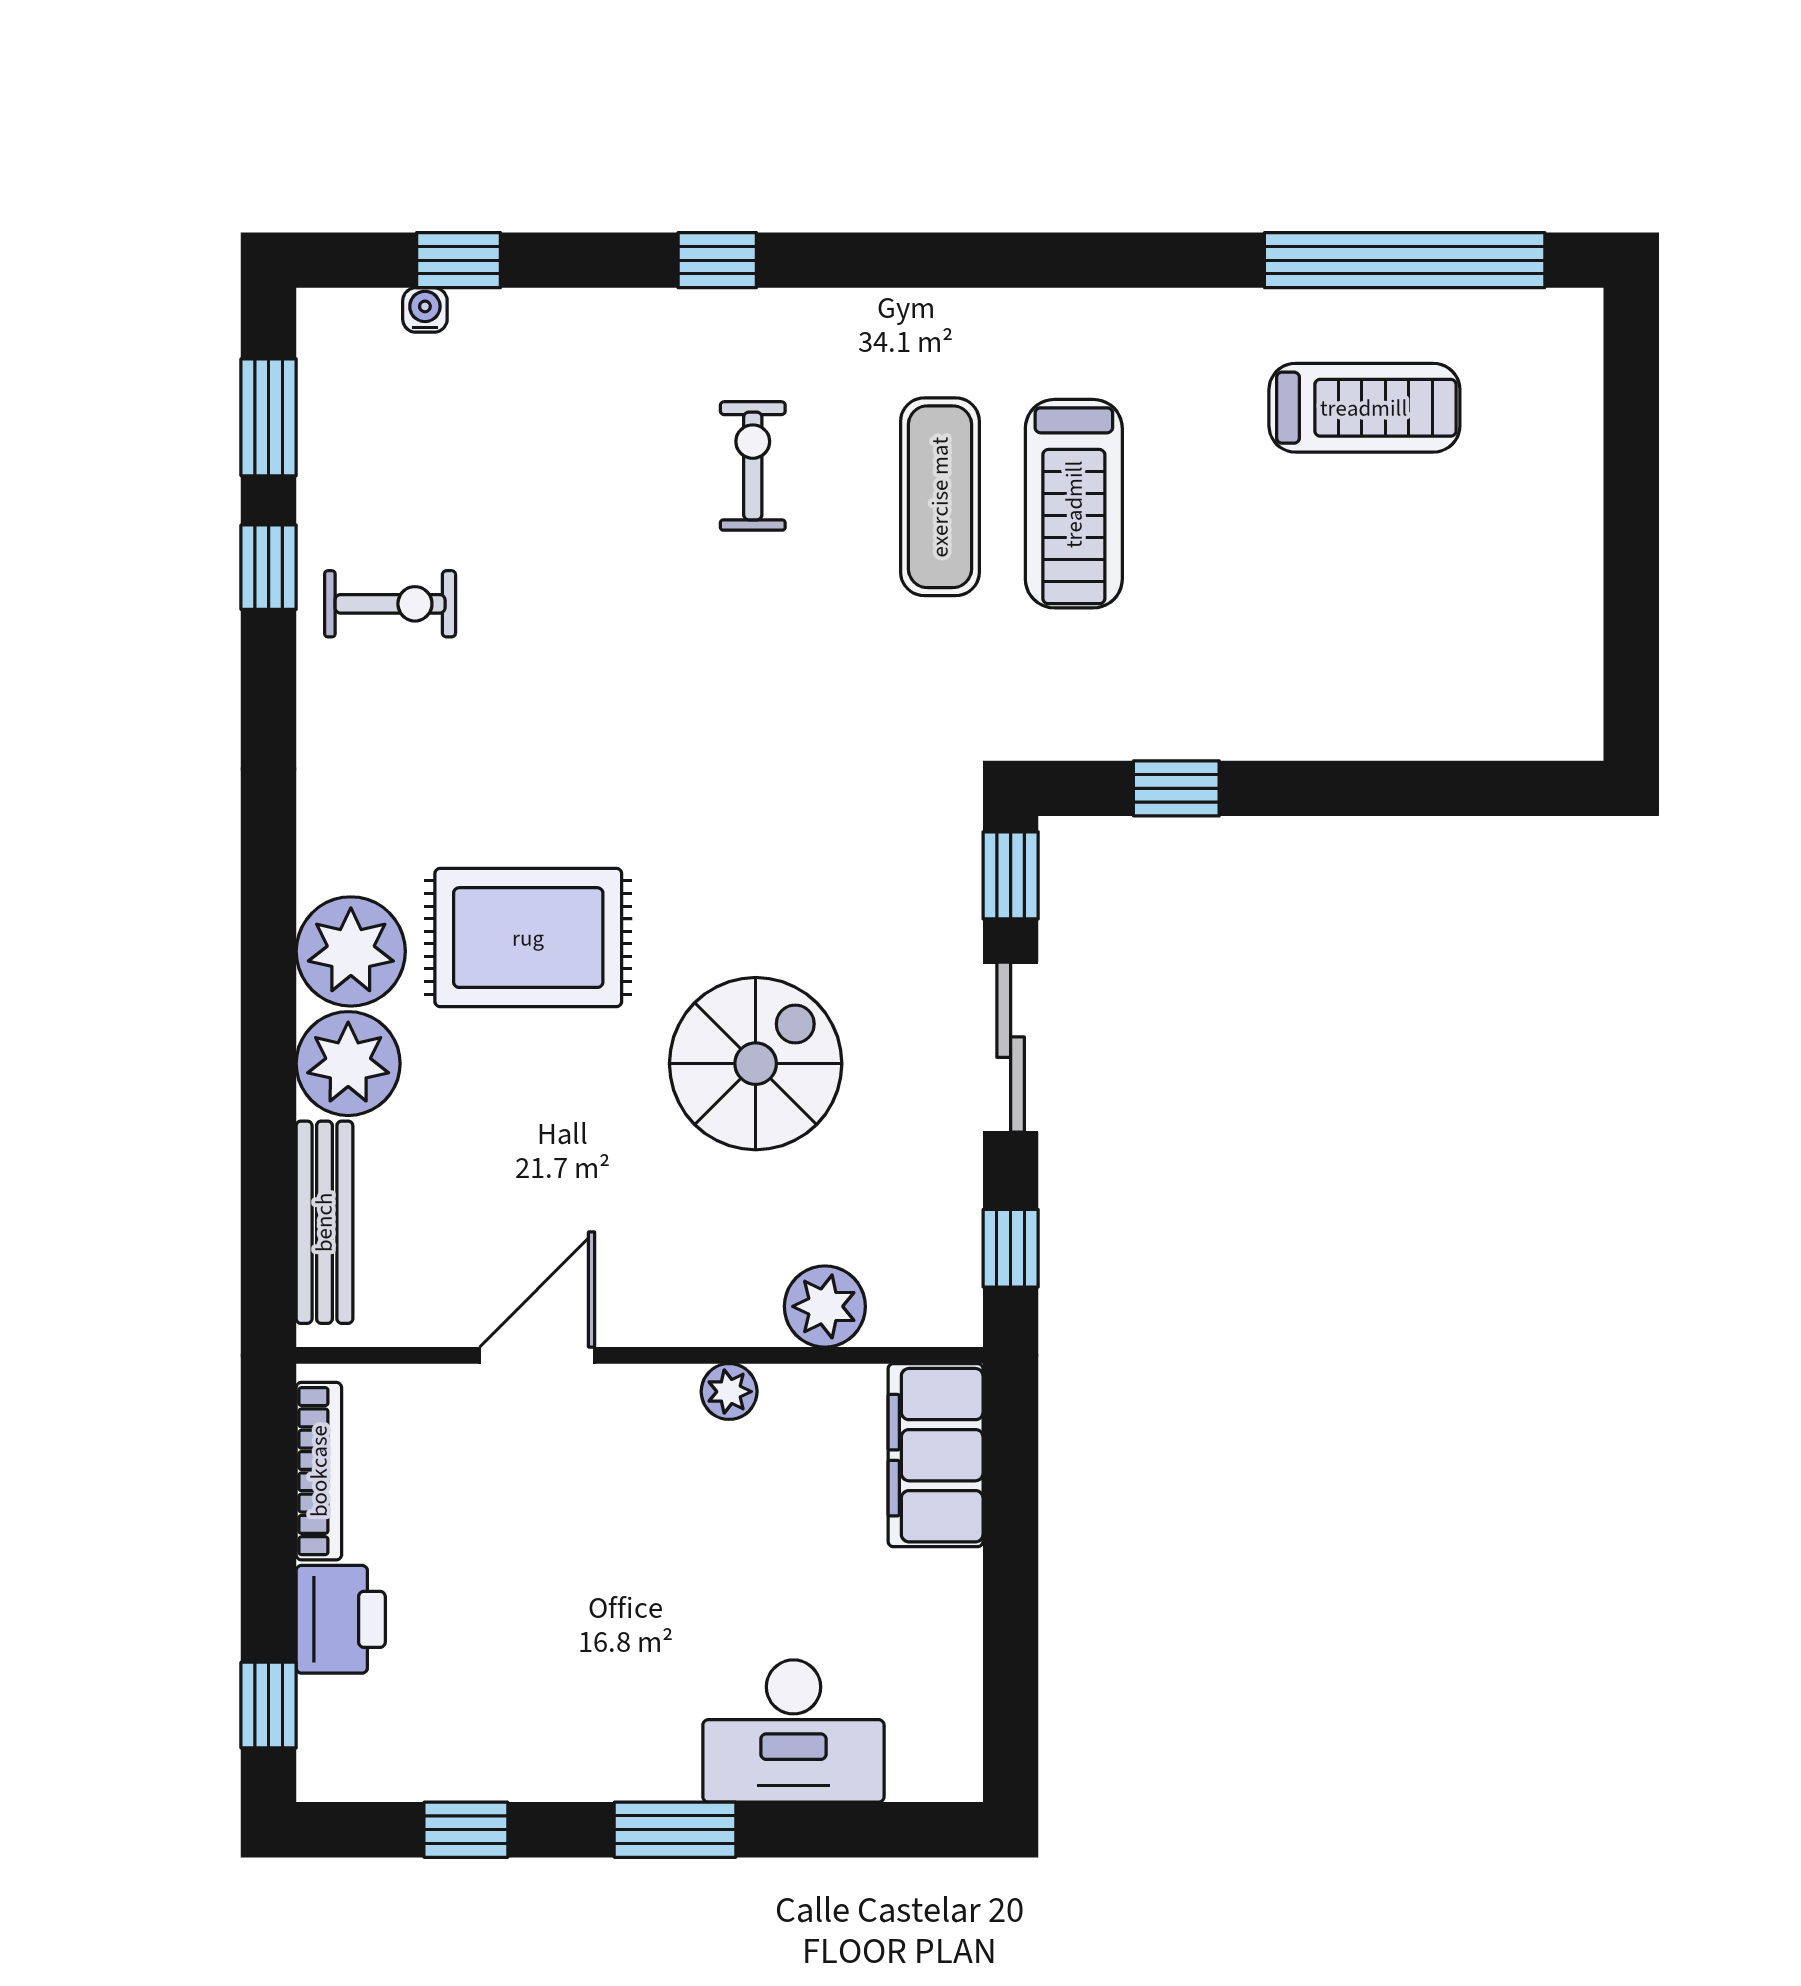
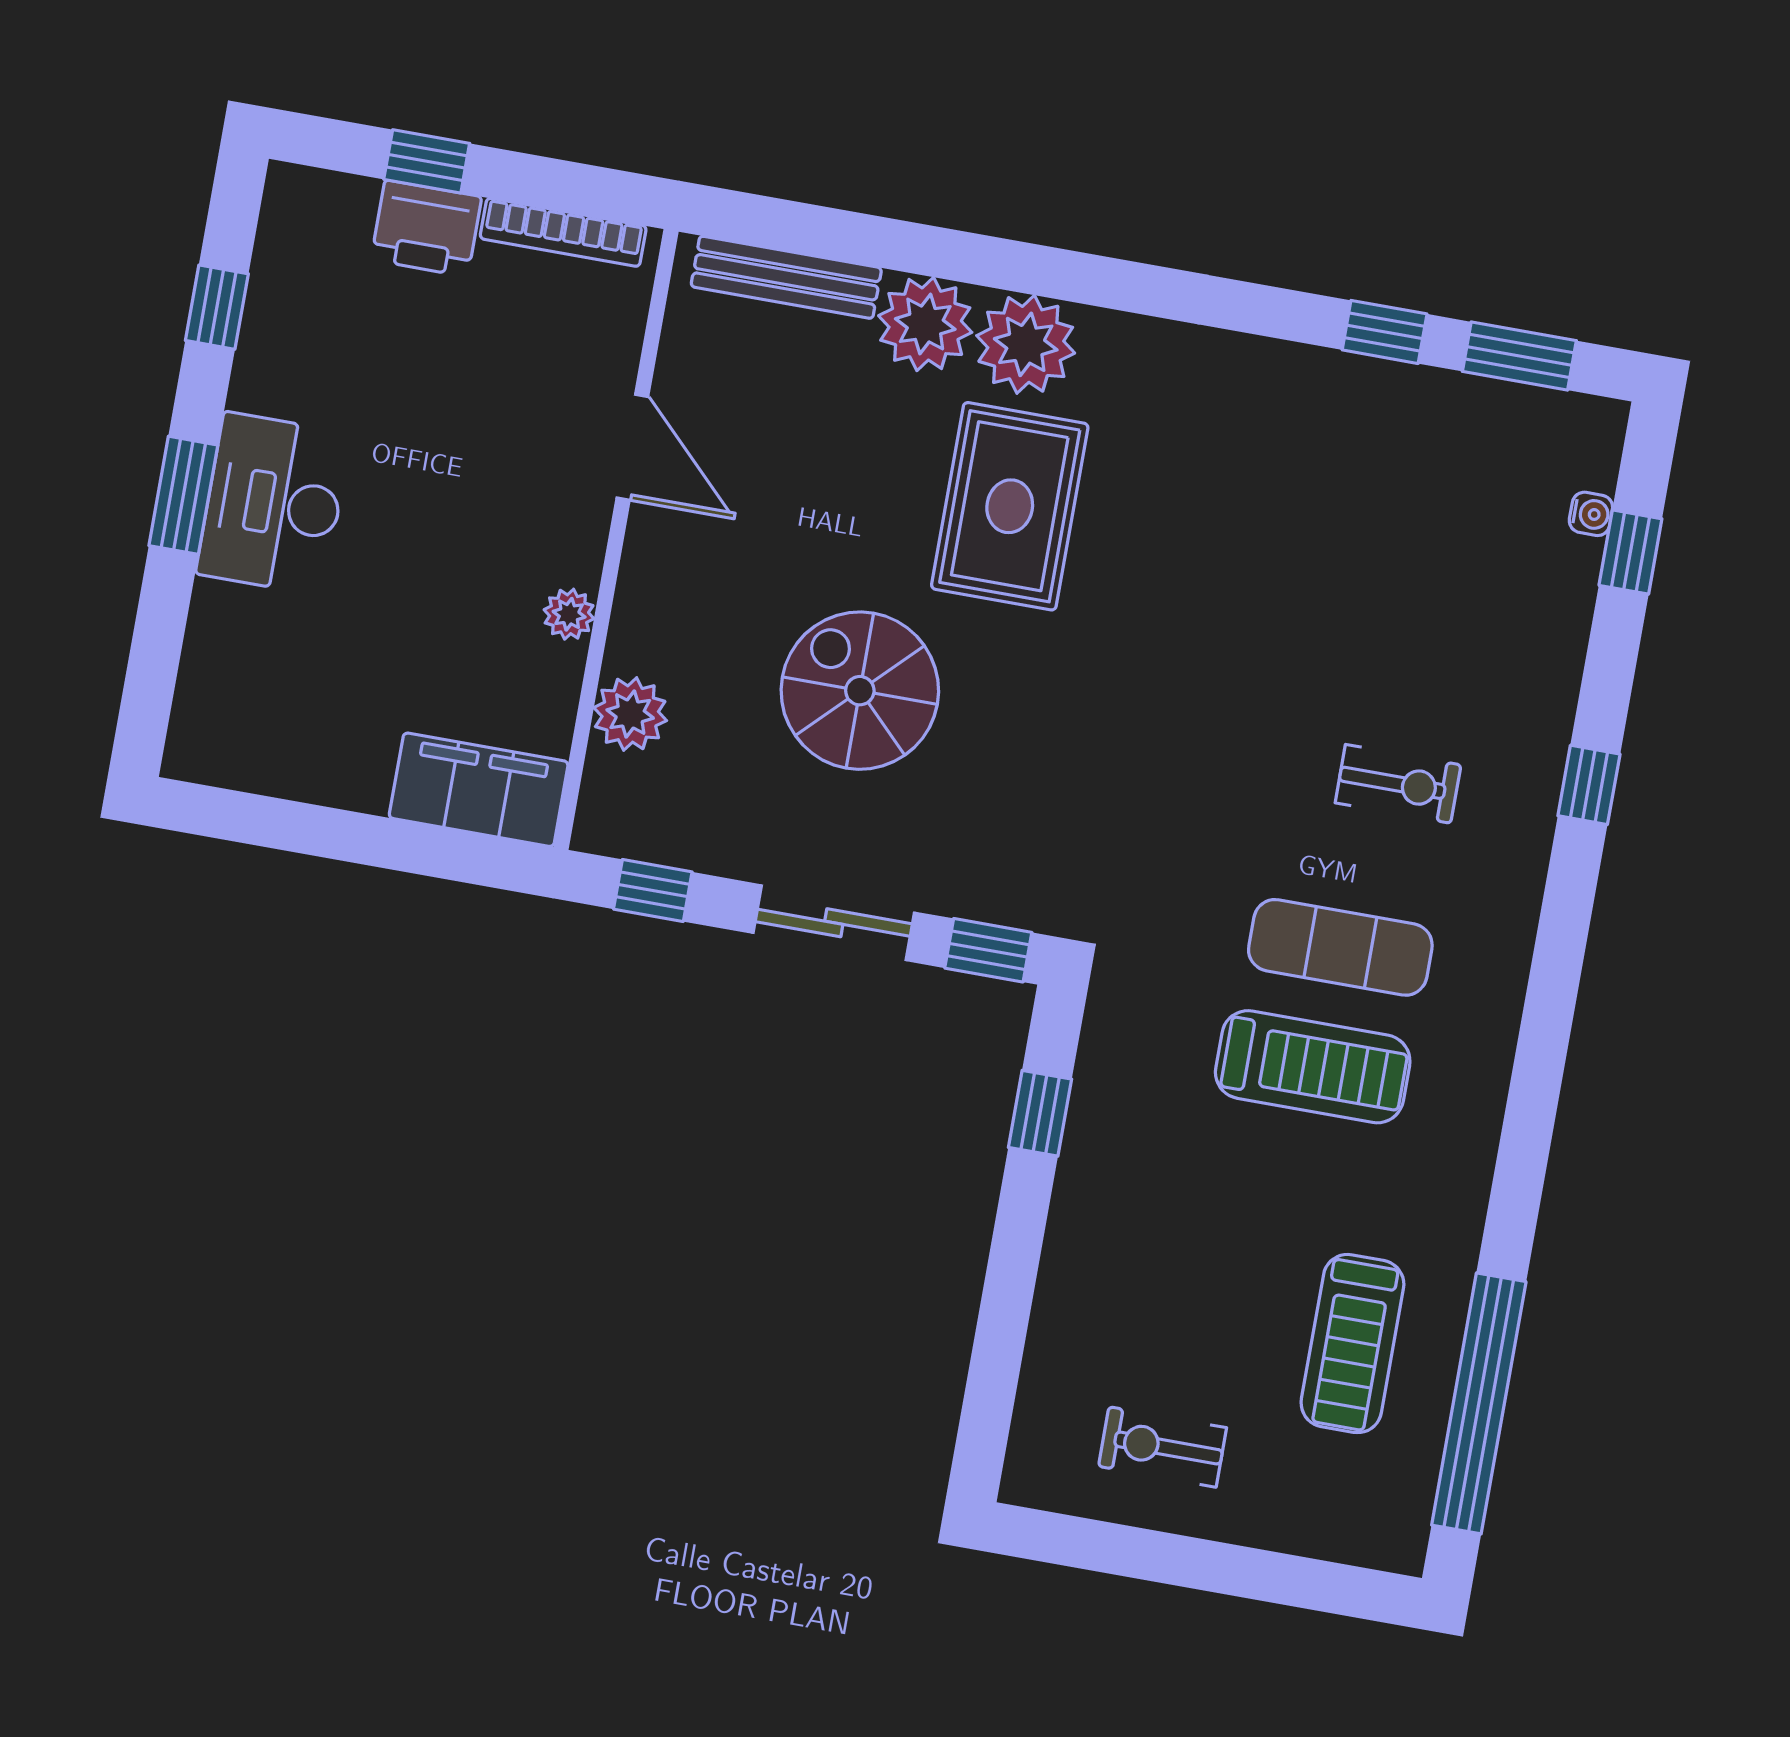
treadmill: (1074, 504) -> (1313, 1067), turned 180
exercise bike: (390, 604) -> (1163, 1447), moved, turned 90
spiral stairs: (756, 1064) -> (860, 691), turned 180
window: (269, 1705) -> (427, 161), moved
desk: (793, 1731) -> (274, 504), moved

